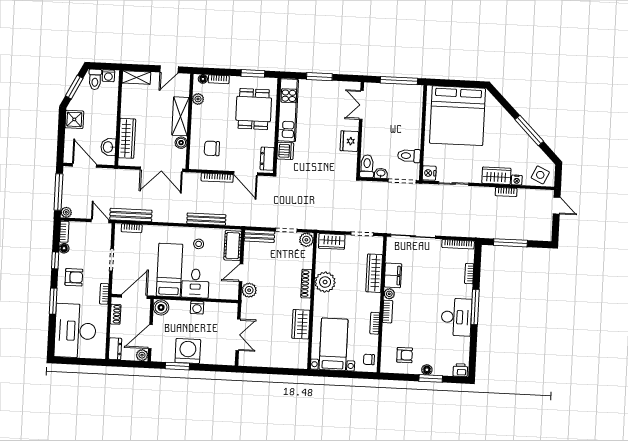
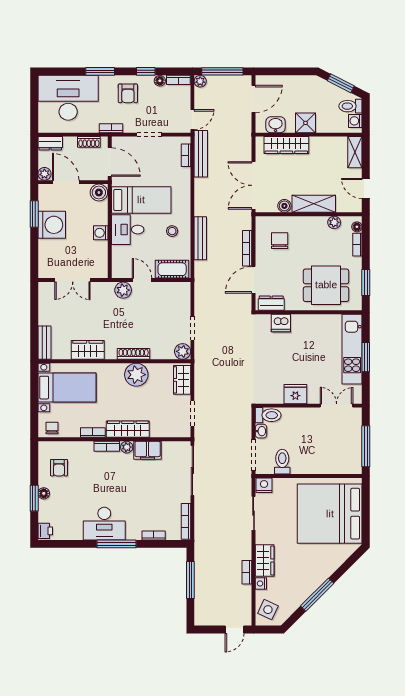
kitchen unit: (288, 110) -> (352, 349), moved, turned 90
shower: (74, 119) -> (305, 123), moved
bench: (259, 236) -> (44, 343), moved
wardrobe: (374, 273) -> (128, 429), moved

